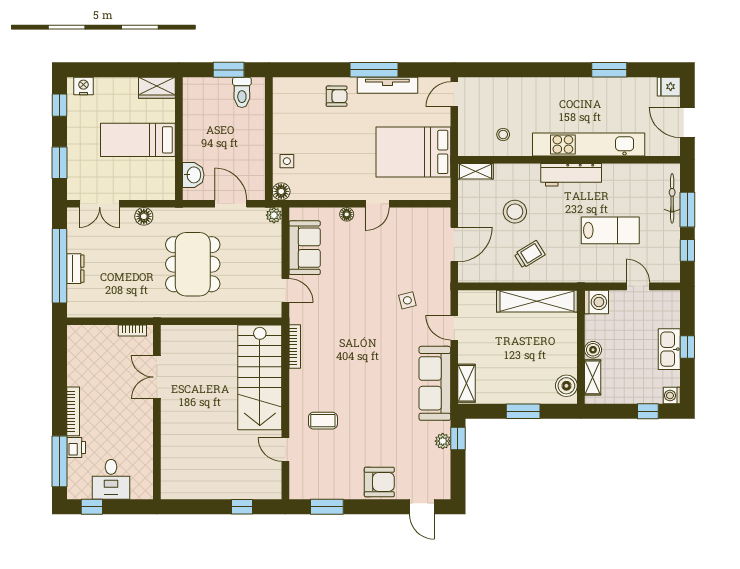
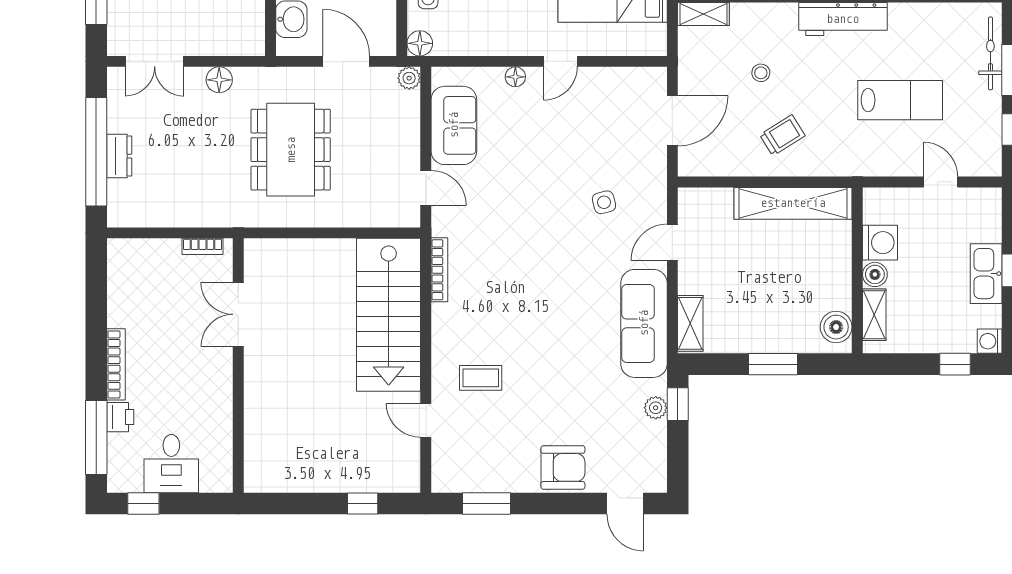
stool: (515, 212) -> (761, 73), width x0.53, depth x0.53
washing machine: (597, 302) -> (880, 243), moved
door: (454, 328) -> (672, 242), hinge flipped

